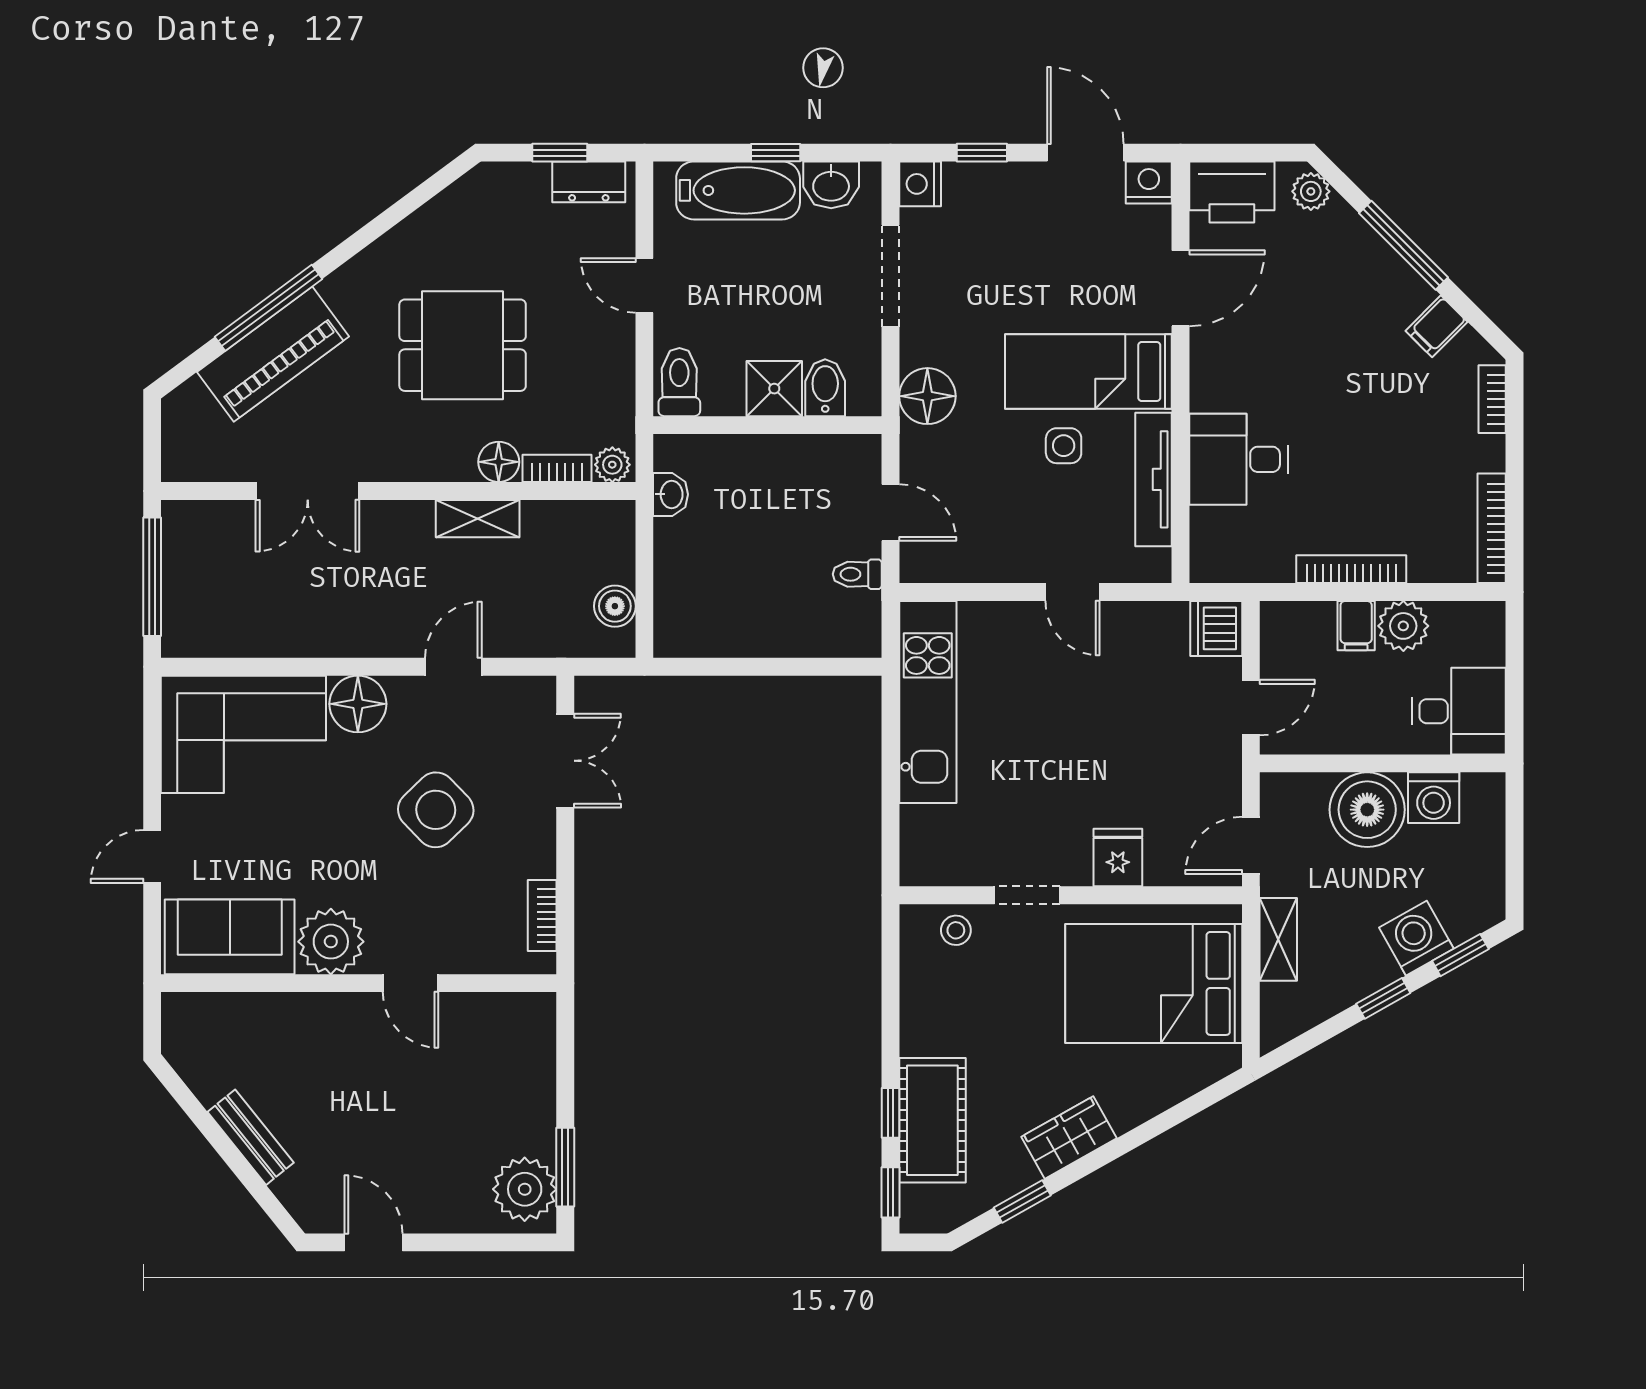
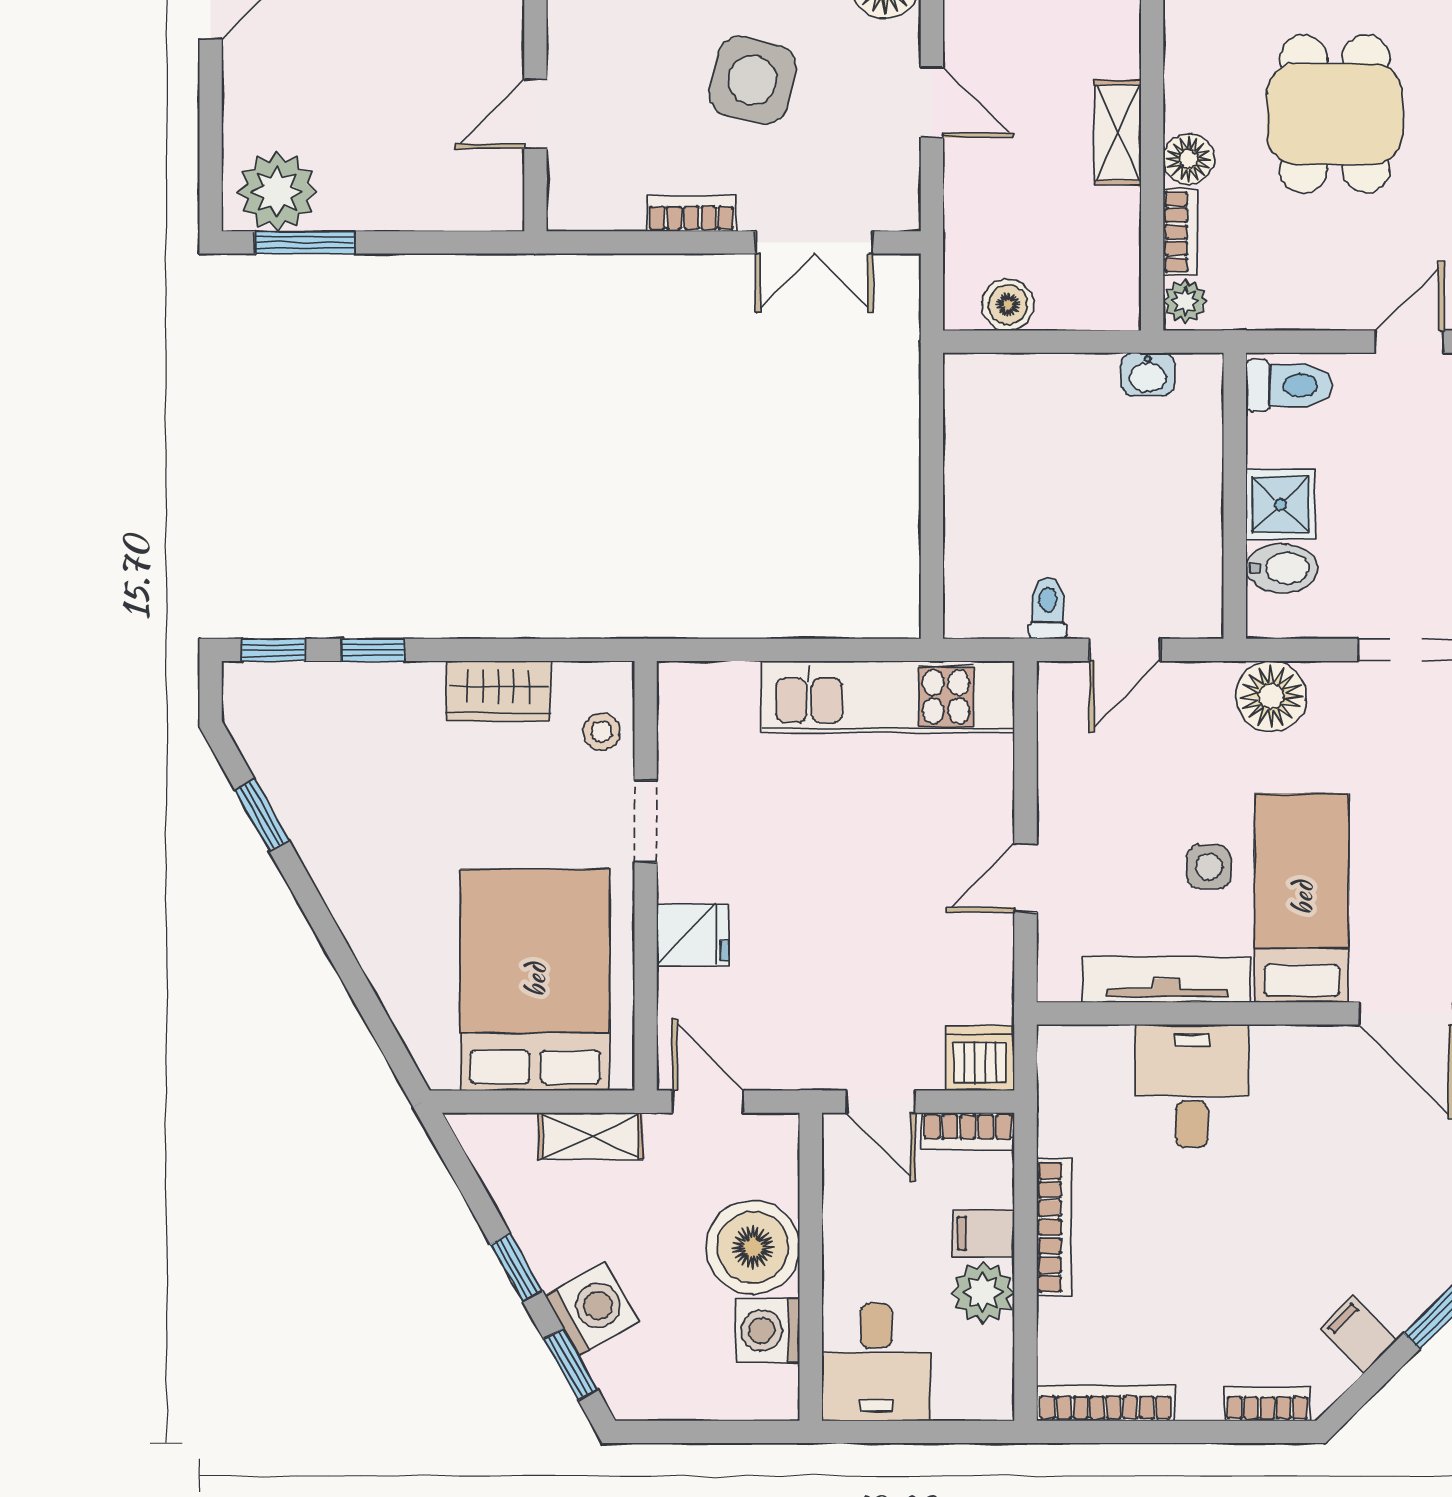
bookcase: (1275, 638) -> (968, 1131), added
side table: (436, 810) -> (753, 80), turned -33
bookcase: (542, 916) -> (691, 214), moved
door: (411, 983) -> (535, 114), moved
cot: (932, 1120) -> (364, 703), removed
wardrobe: (1069, 1137) -> (498, 691), moved, turned 119

